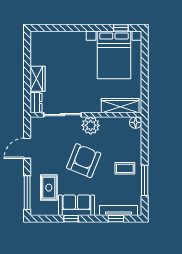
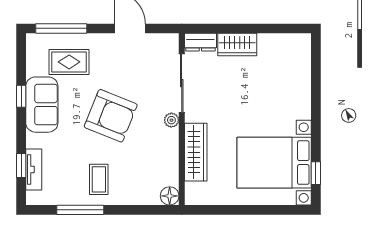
wardrobe: (120, 106) -> (196, 152), moved
plant: (91, 125) -> (171, 120), width x0.53, depth x0.53
tv unit: (118, 210) -> (34, 169), width x0.71

